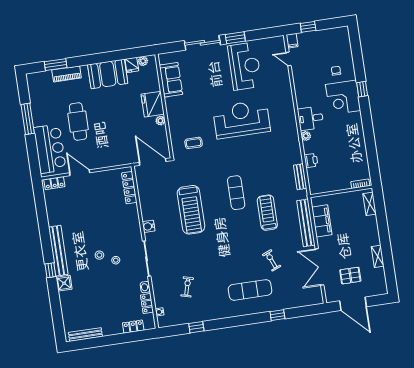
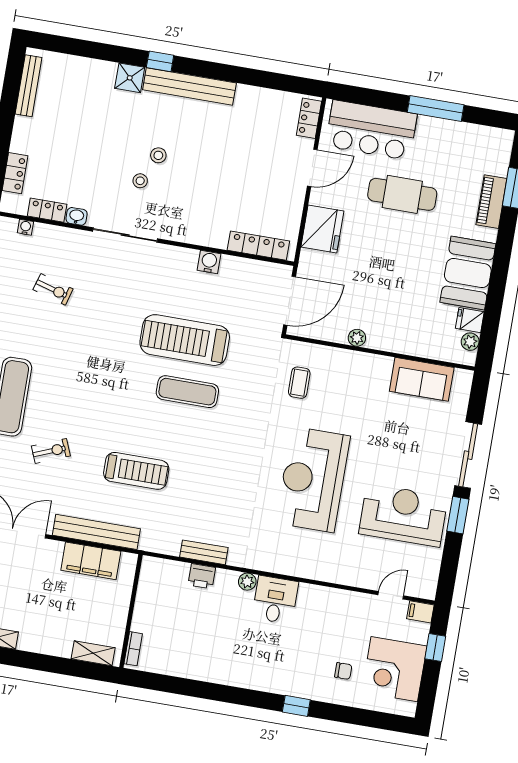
reception desk: (245, 66) -> (403, 515), turned 180
corner desk: (343, 98) -> (394, 669), moved, turned -90
fridge: (153, 104) -> (322, 229), moved, turned 90
reception desk: (242, 119) -> (313, 480), turned 180
bench: (300, 177) -> (204, 552), moved
exercise mat: (236, 193) -> (187, 392), moved
water cooler: (149, 226) -> (209, 262), moved

